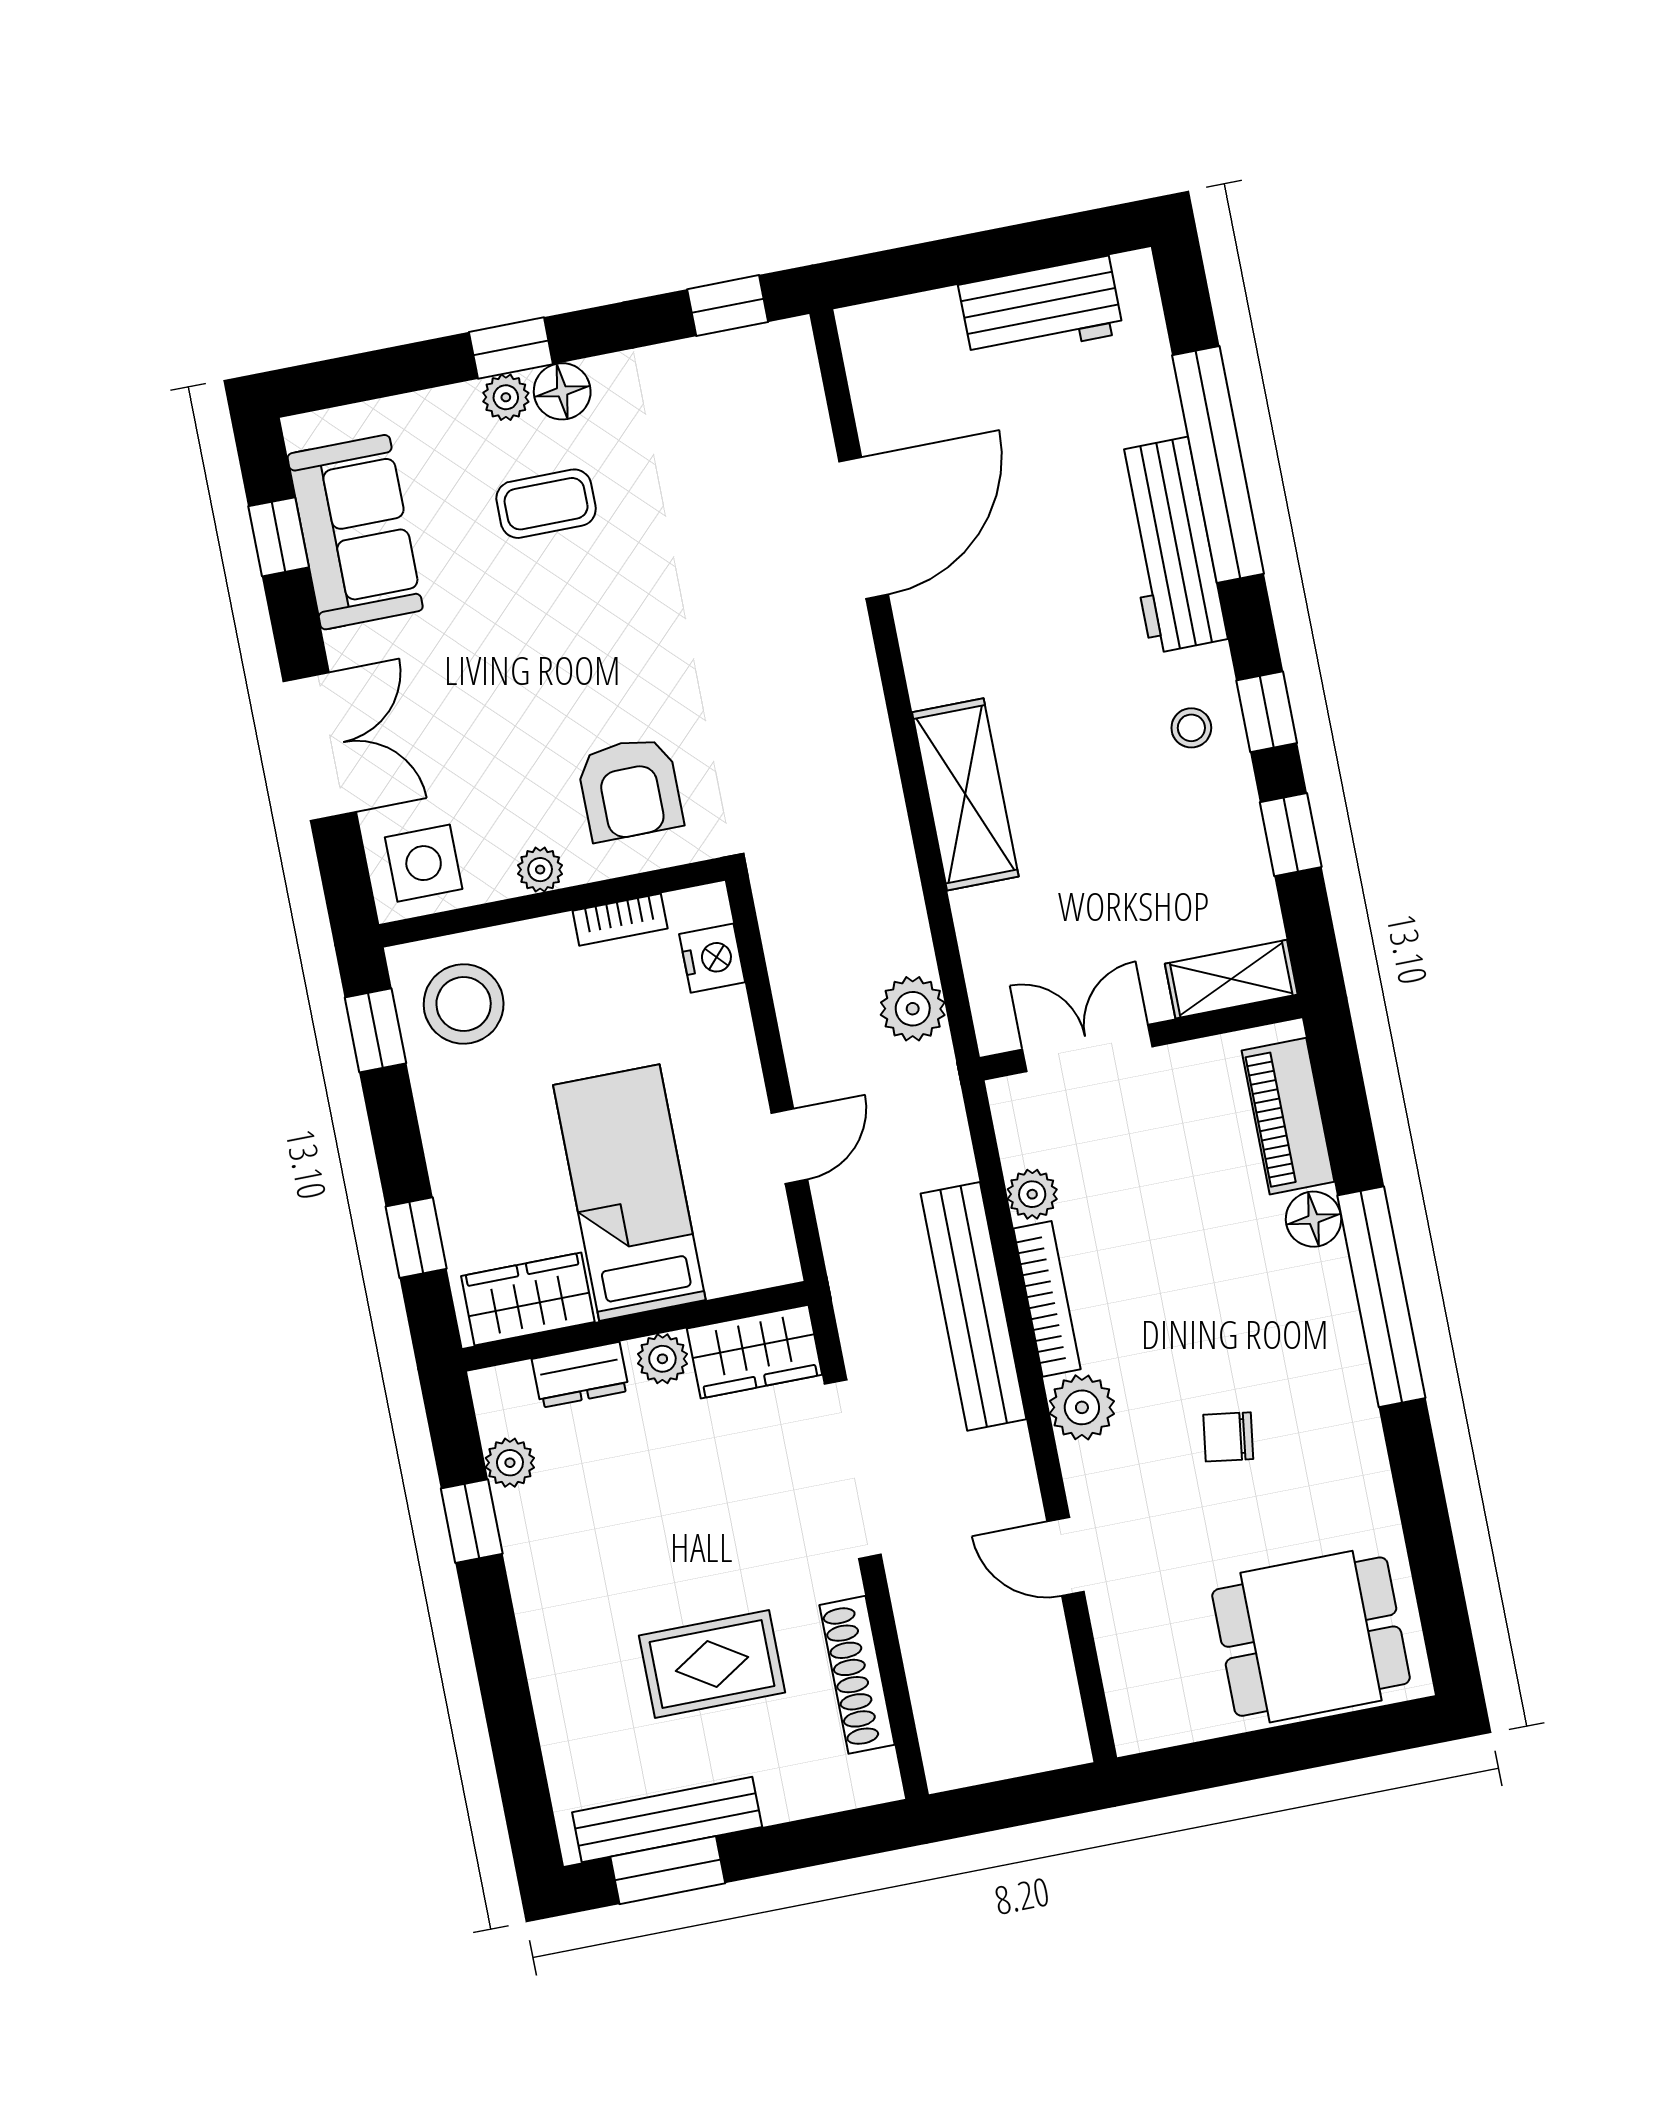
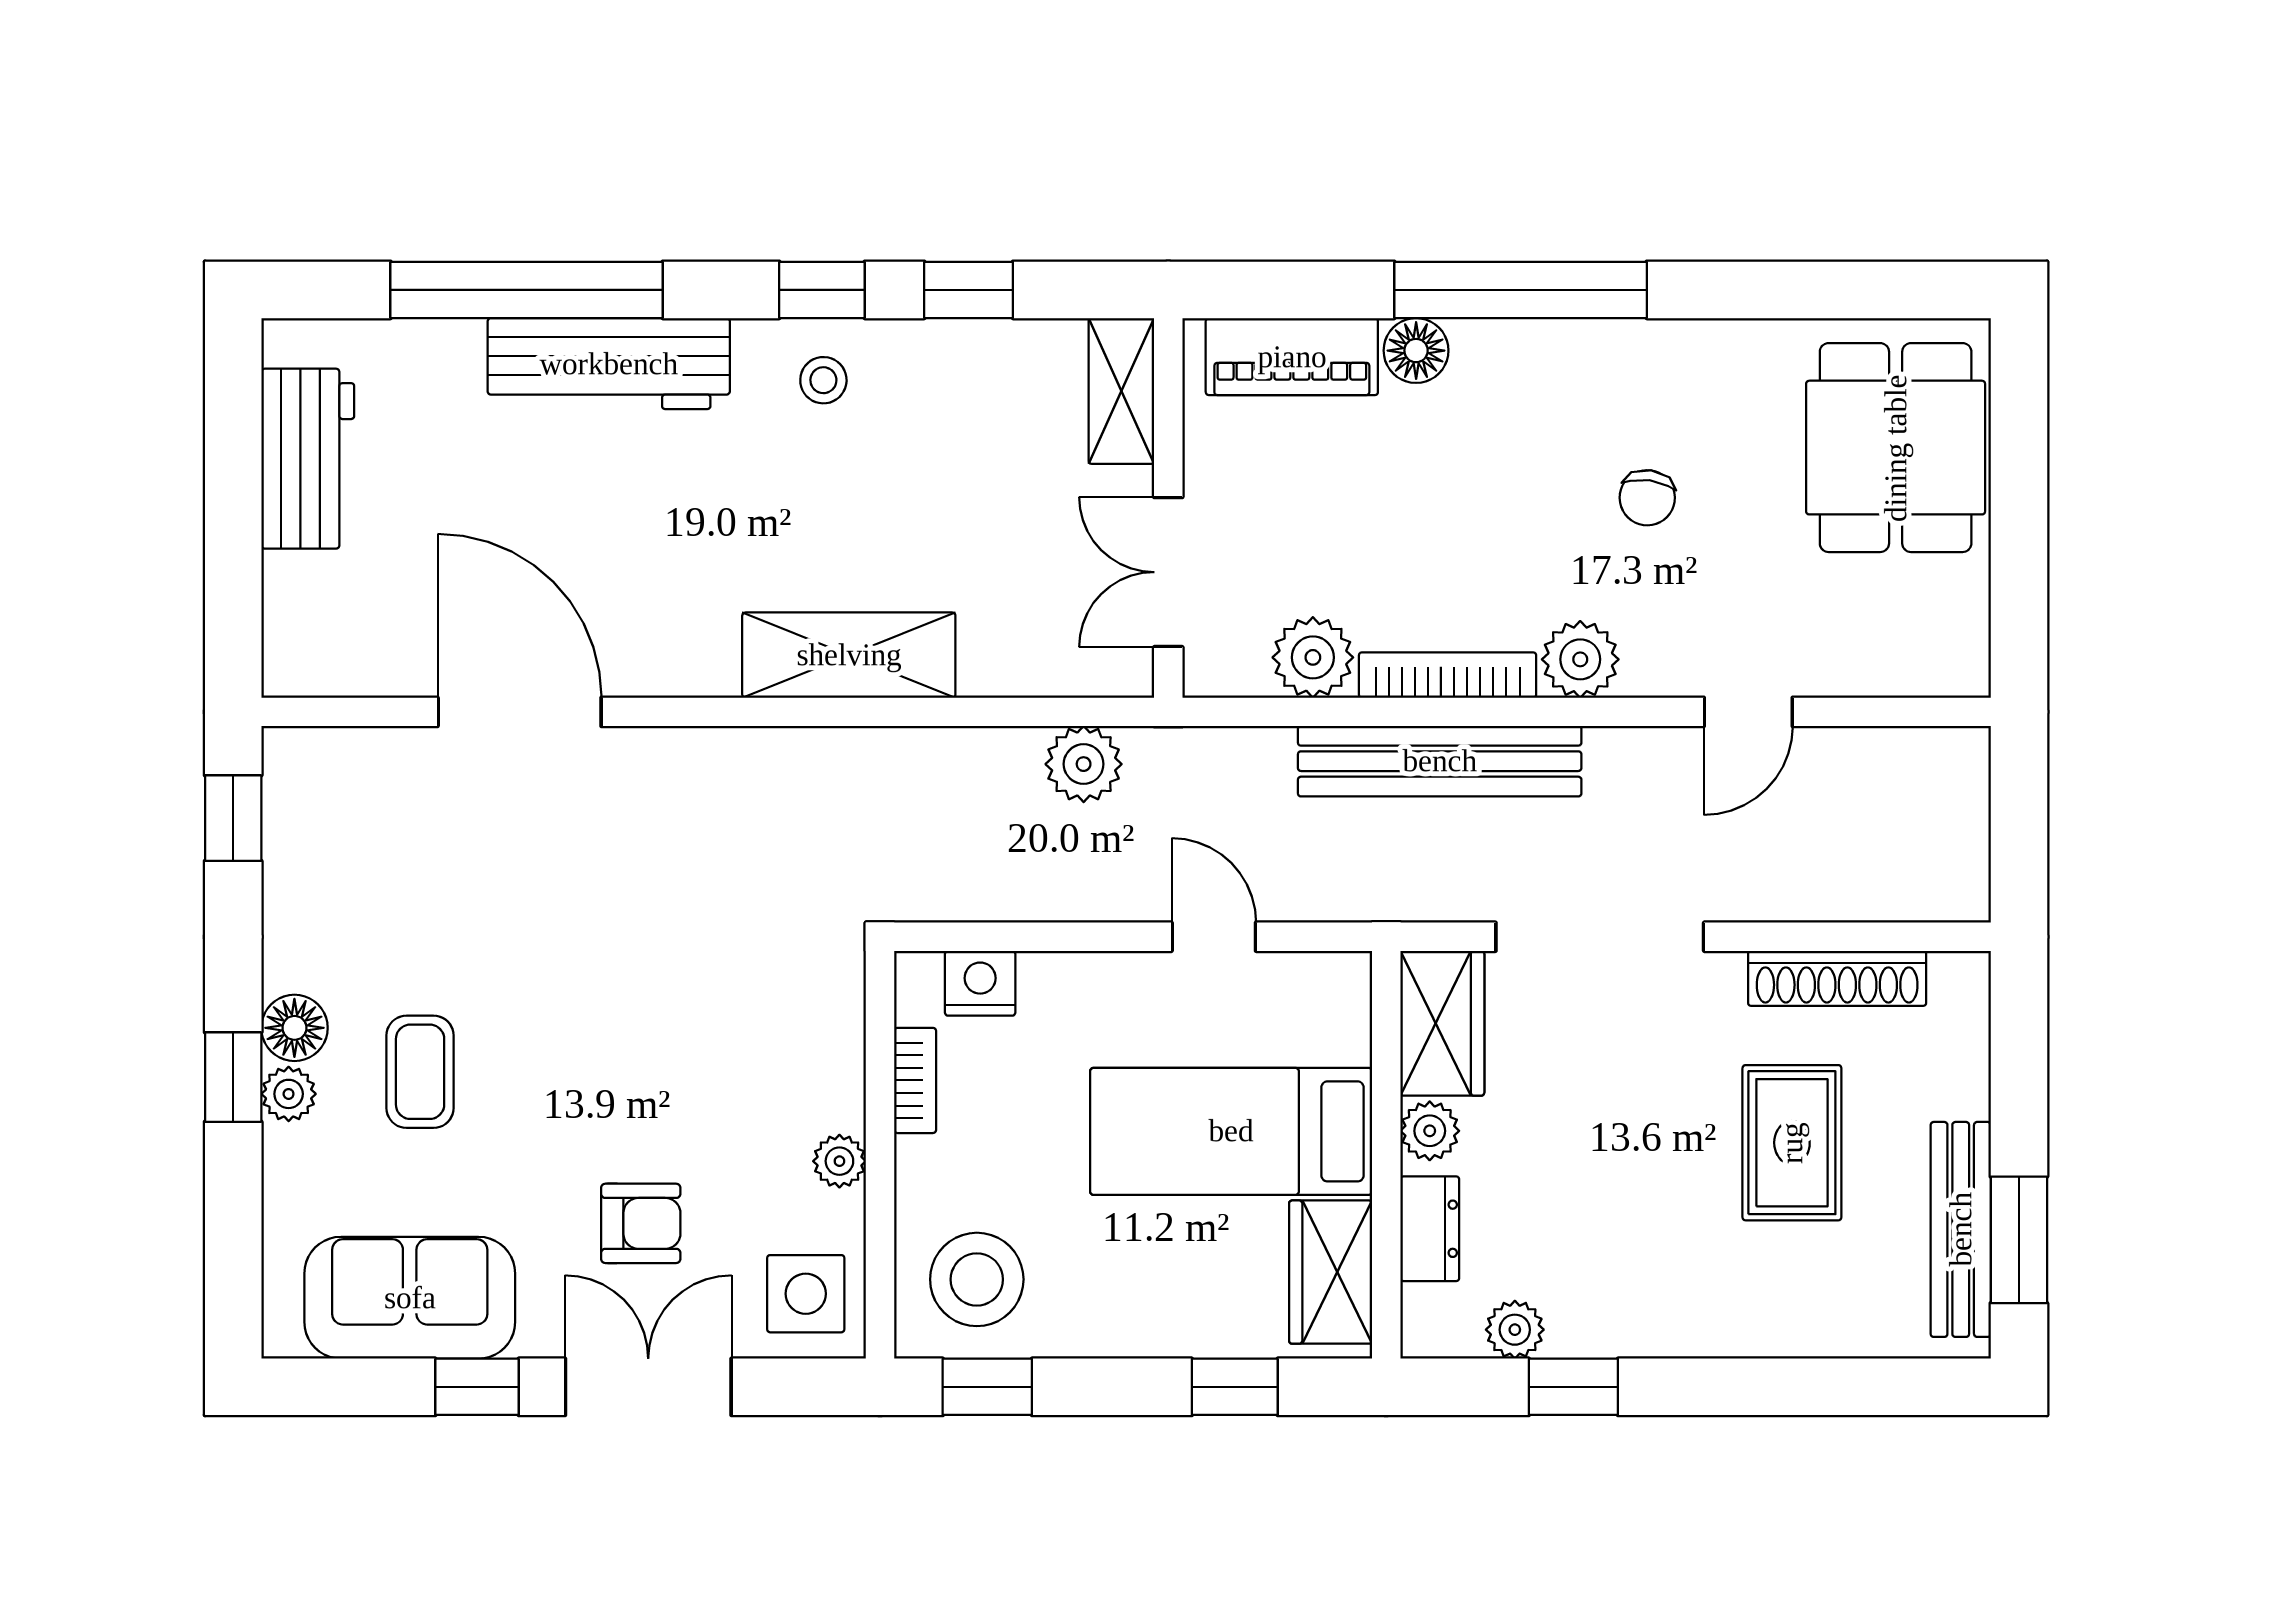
window: (279, 537) -> (477, 1387), moved
armchair: (630, 789) -> (641, 1223), moved, width x0.72, depth x0.72
plant: (1032, 1194) -> (1313, 657), width x1.38, depth x1.38

